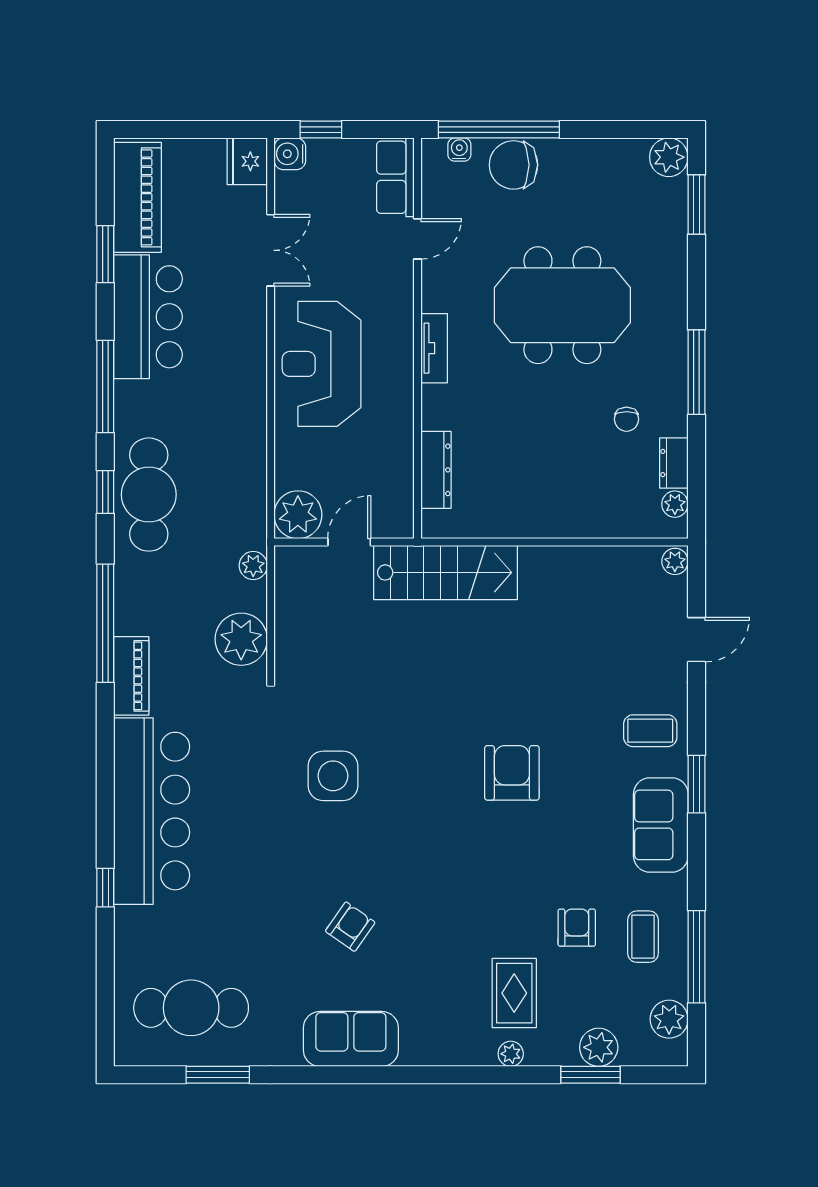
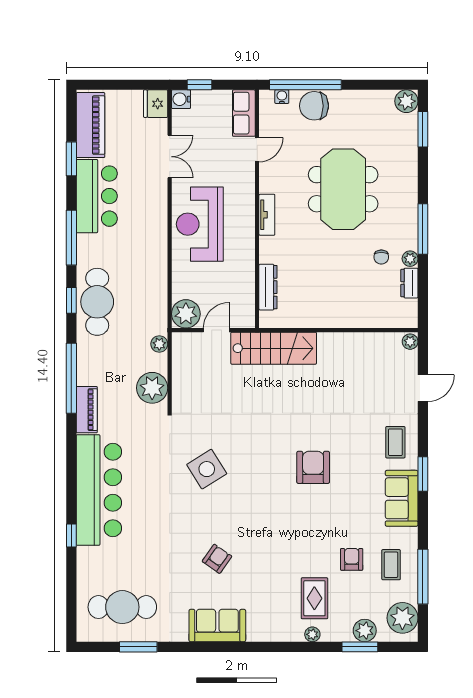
meeting table: (562, 305) -> (343, 189), turned 90
plant: (675, 504) -> (410, 259), moved
coffee table: (650, 731) -> (395, 442), turned 90
side table: (333, 776) -> (207, 469), turned -32
plant: (669, 1019) -> (402, 618), width x1.36, depth x1.36

